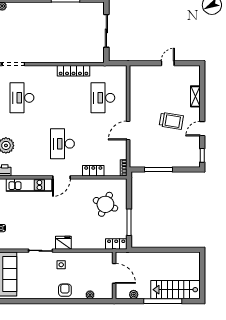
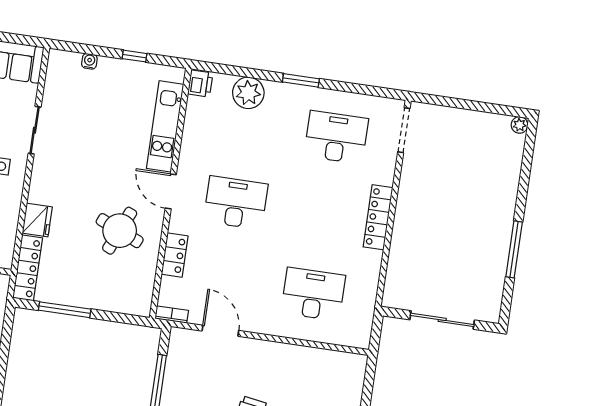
locker: (73, 71) -> (378, 217), moved
door: (128, 131) -> (220, 331), moved
round table: (105, 204) -> (120, 231), moved
fridge: (63, 243) -> (37, 220), moved
locker: (116, 244) -> (28, 268), width x1.53

